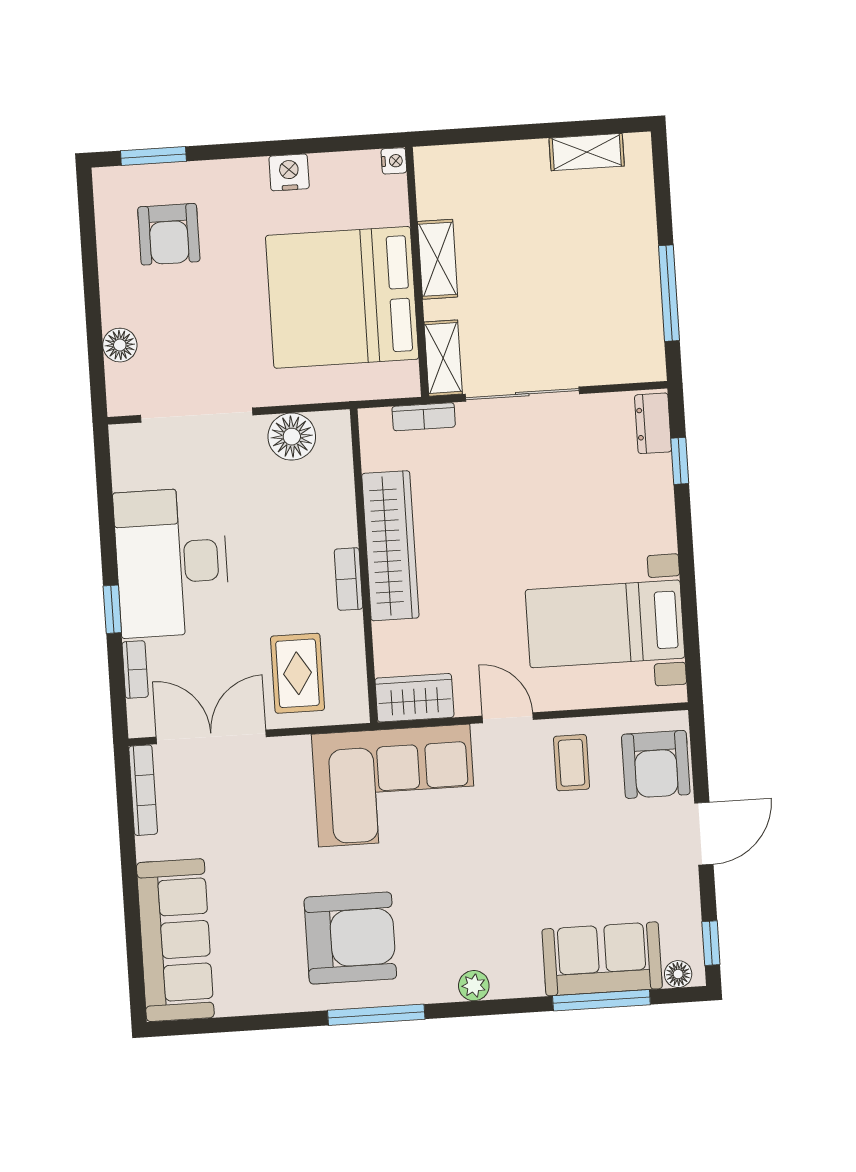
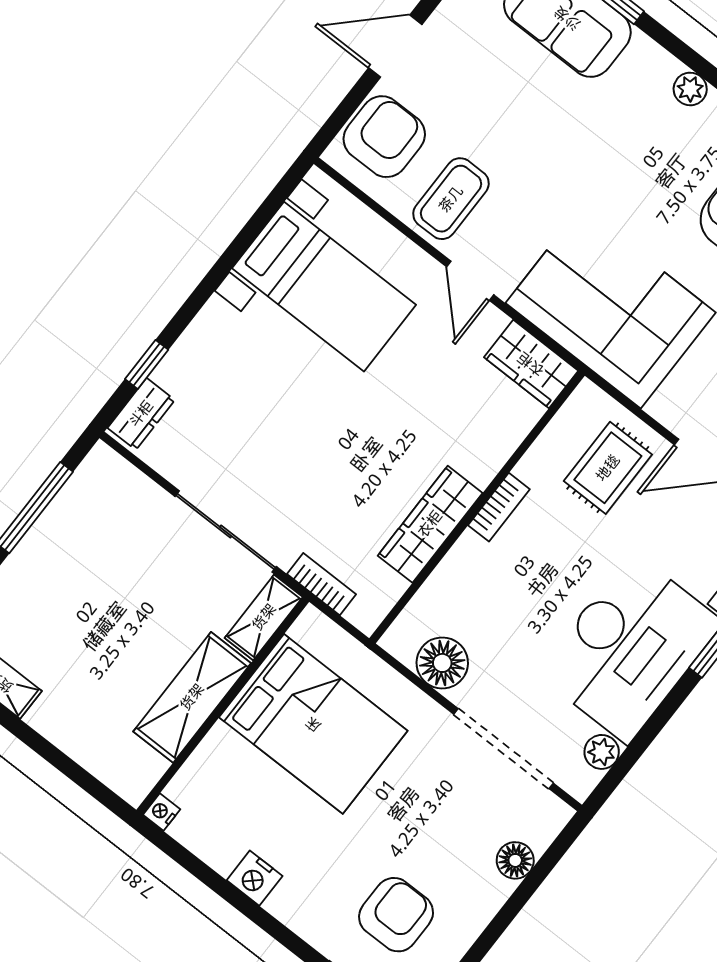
shelving: (438, 259) -> (192, 697), width x1.50, depth x1.33
bed: (342, 297) -> (313, 724), width x0.73
plant: (127, 473) -> (602, 752), added
wardrobe: (390, 546) -> (430, 524), width x0.71, depth x0.85
coffee table: (572, 763) -> (451, 199), width x1.36, depth x1.30

